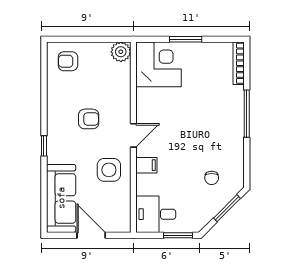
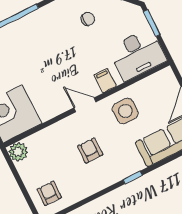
armchair: (68, 61) -> (49, 193), turned 180
desk: (156, 214) -> (137, 54), width x1.37

